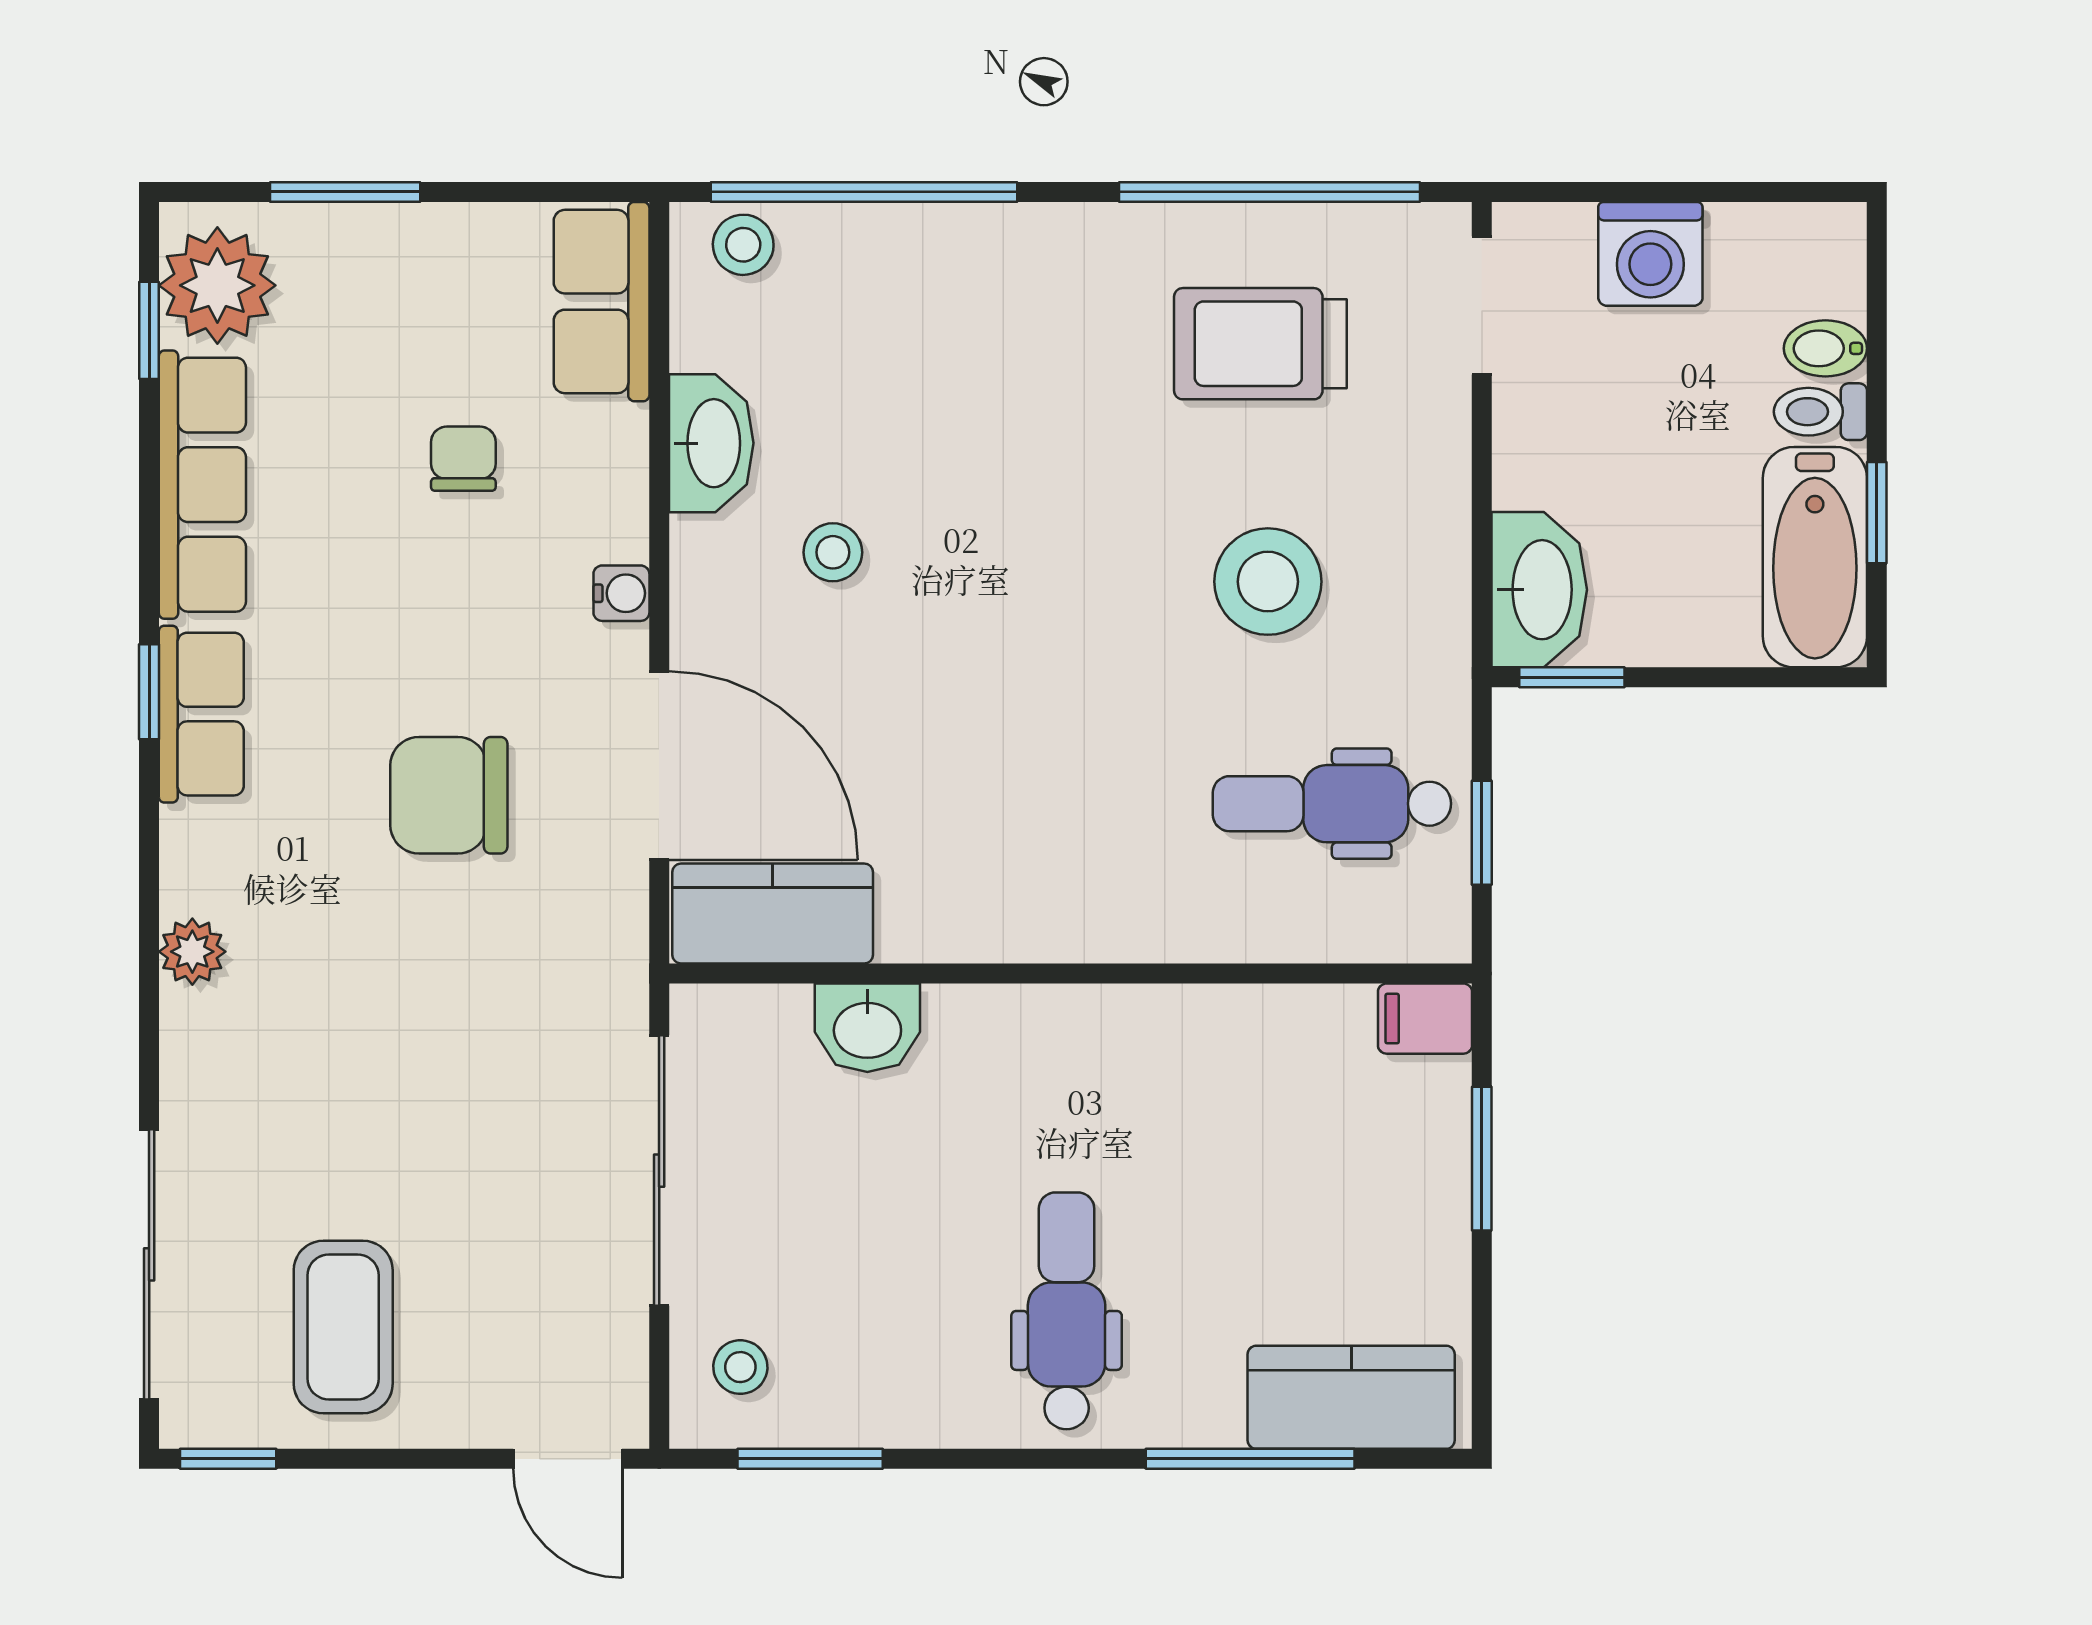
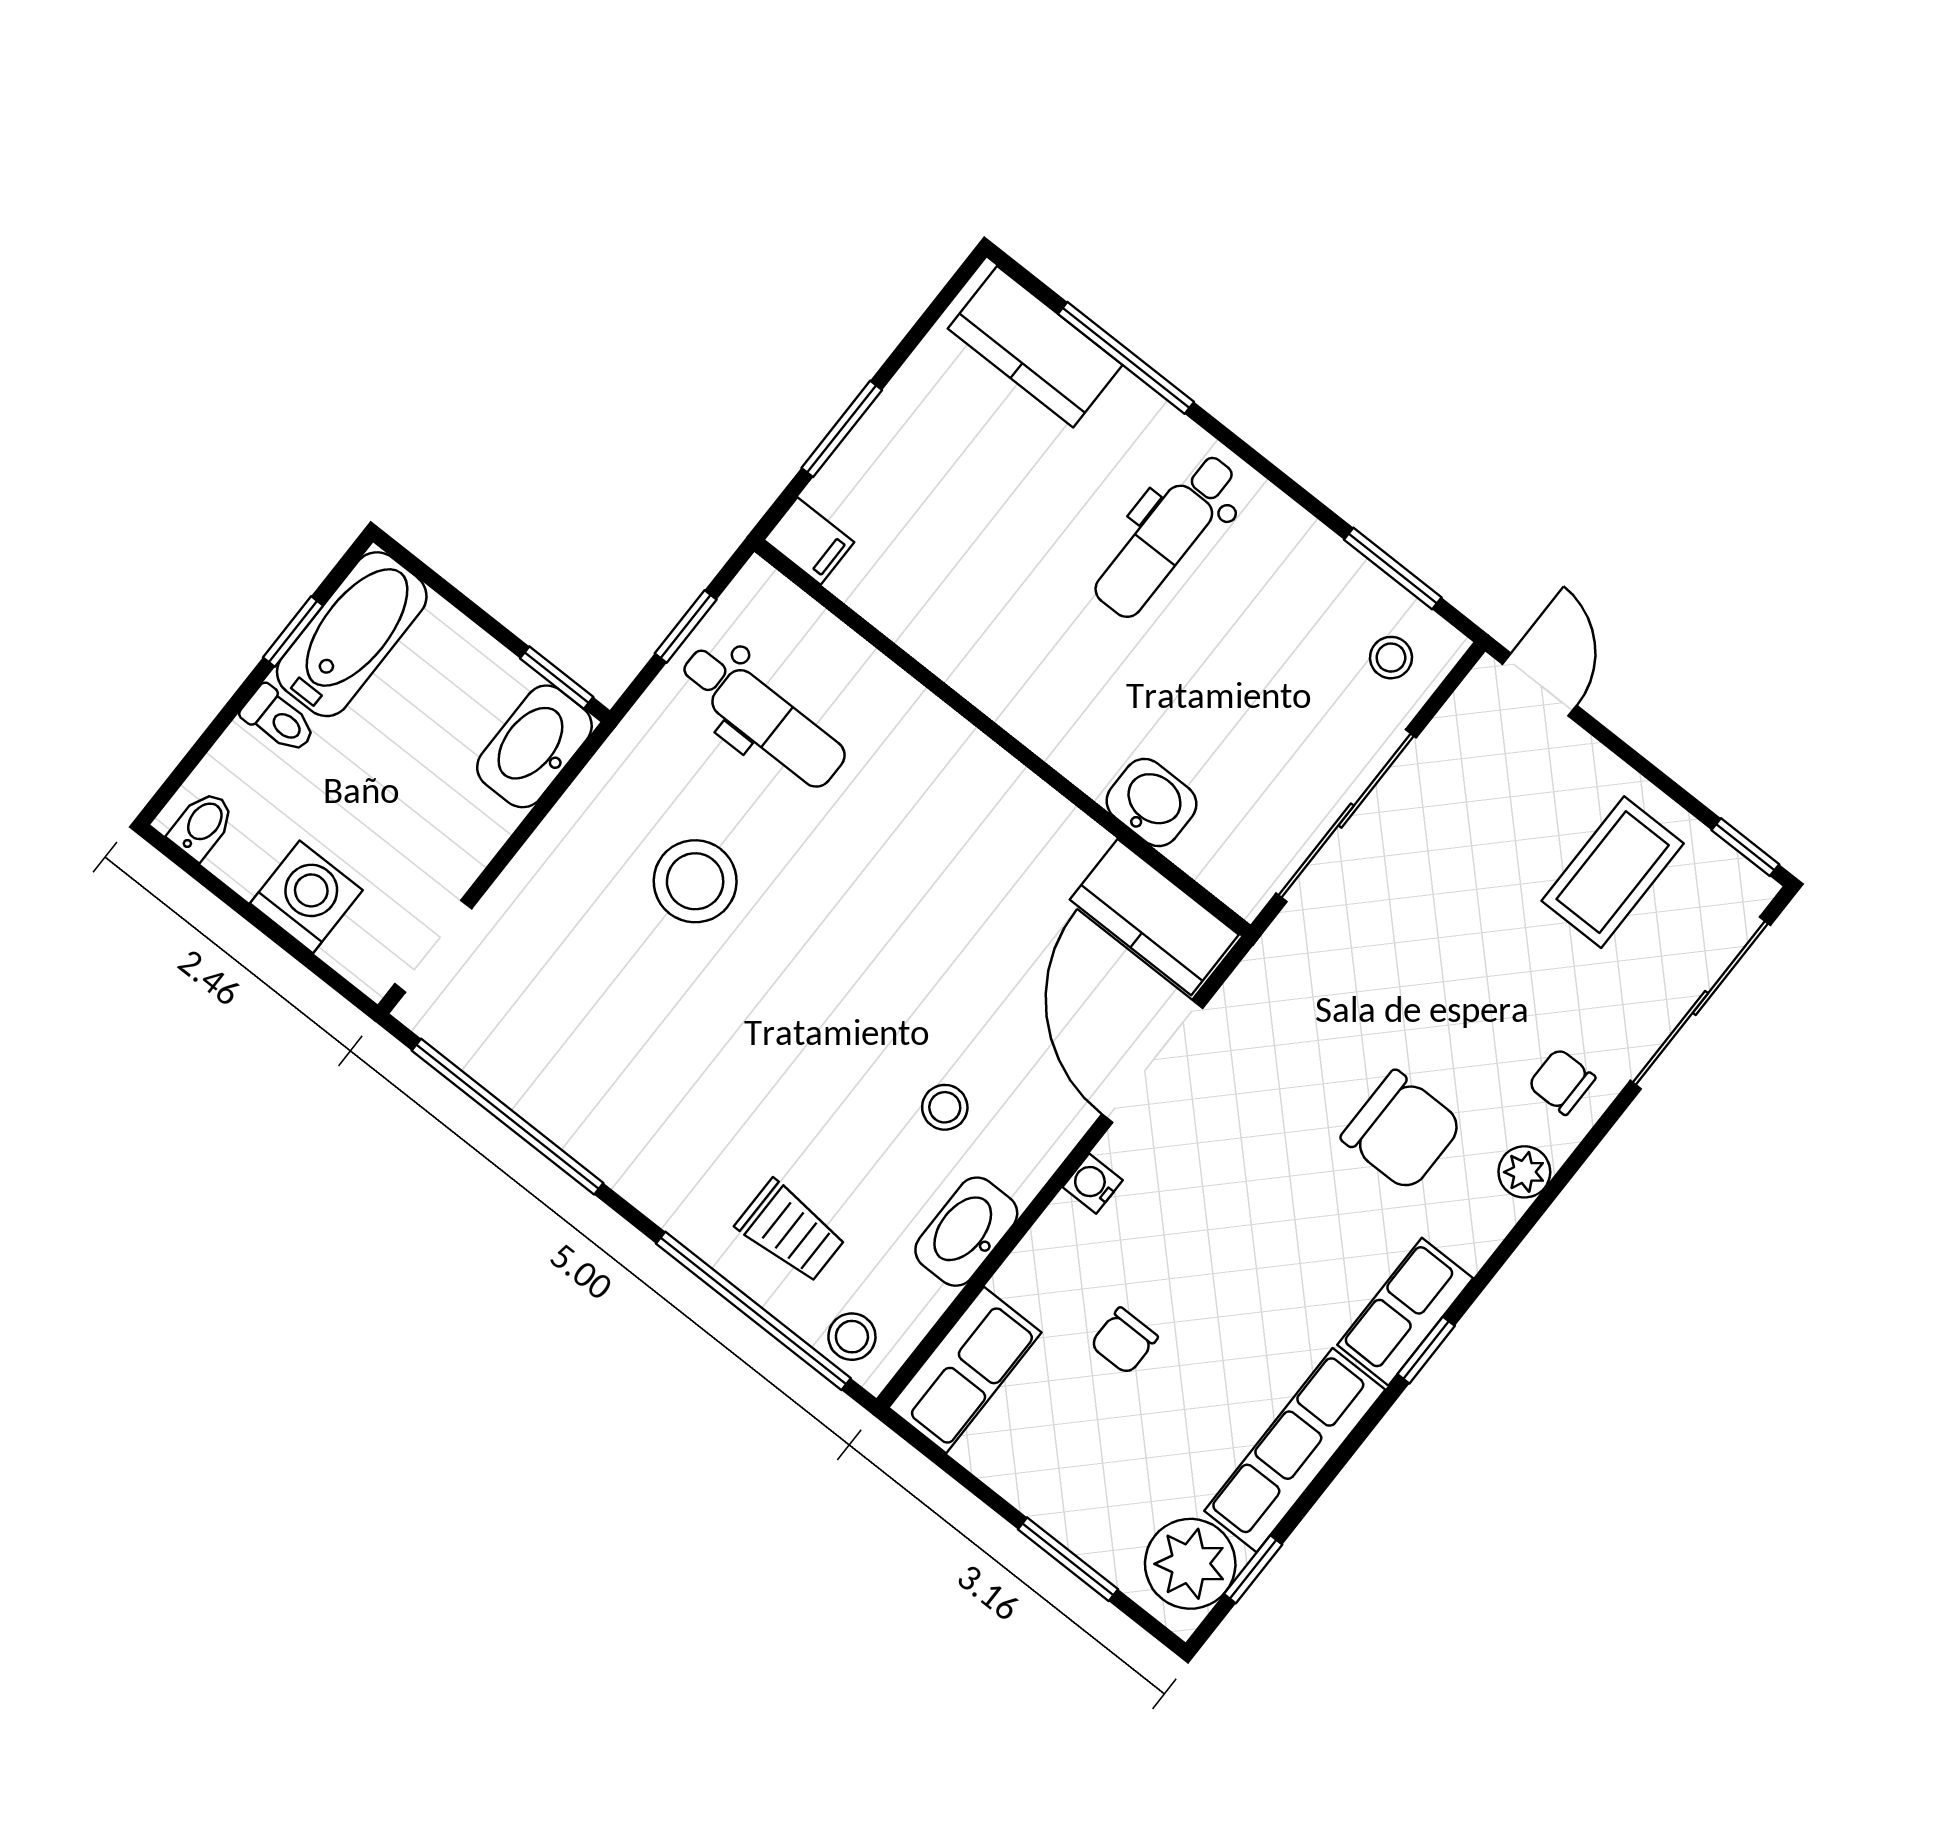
trolley: (1260, 344) -> (791, 1231), moved, width x0.73, depth x0.72
bidet: (1825, 348) -> (202, 825), moved, turned -90
chair: (449, 795) -> (1402, 1131), moved
chair: (227, 1073) -> (1562, 1081), added

